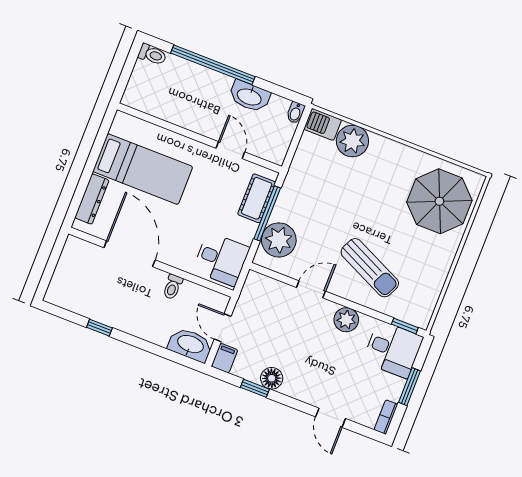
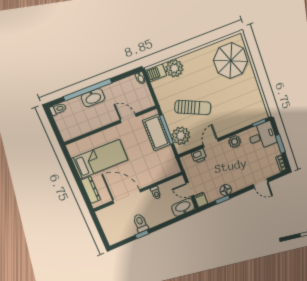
washbasin: (249, 96) -> (93, 98), moved
cot: (257, 198) -> (156, 133), width x1.37, depth x1.34
desk: (221, 259) -> (165, 164), removed
sun lounger: (370, 268) -> (193, 107), moved
printer: (279, 292) -> (199, 156), added
toilet: (113, 309) -> (140, 223), added

